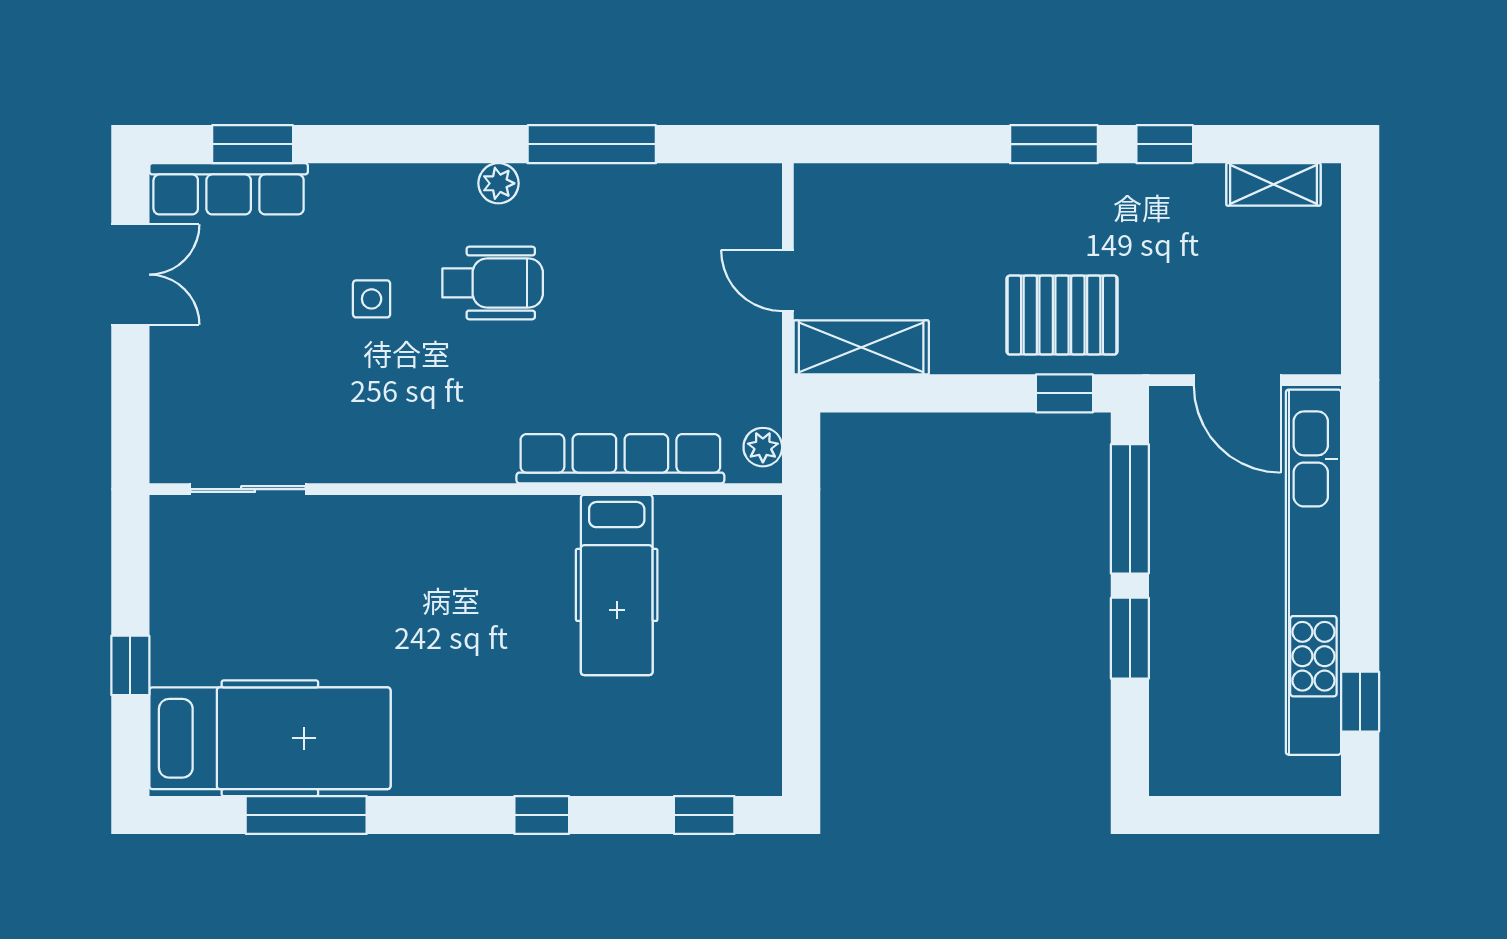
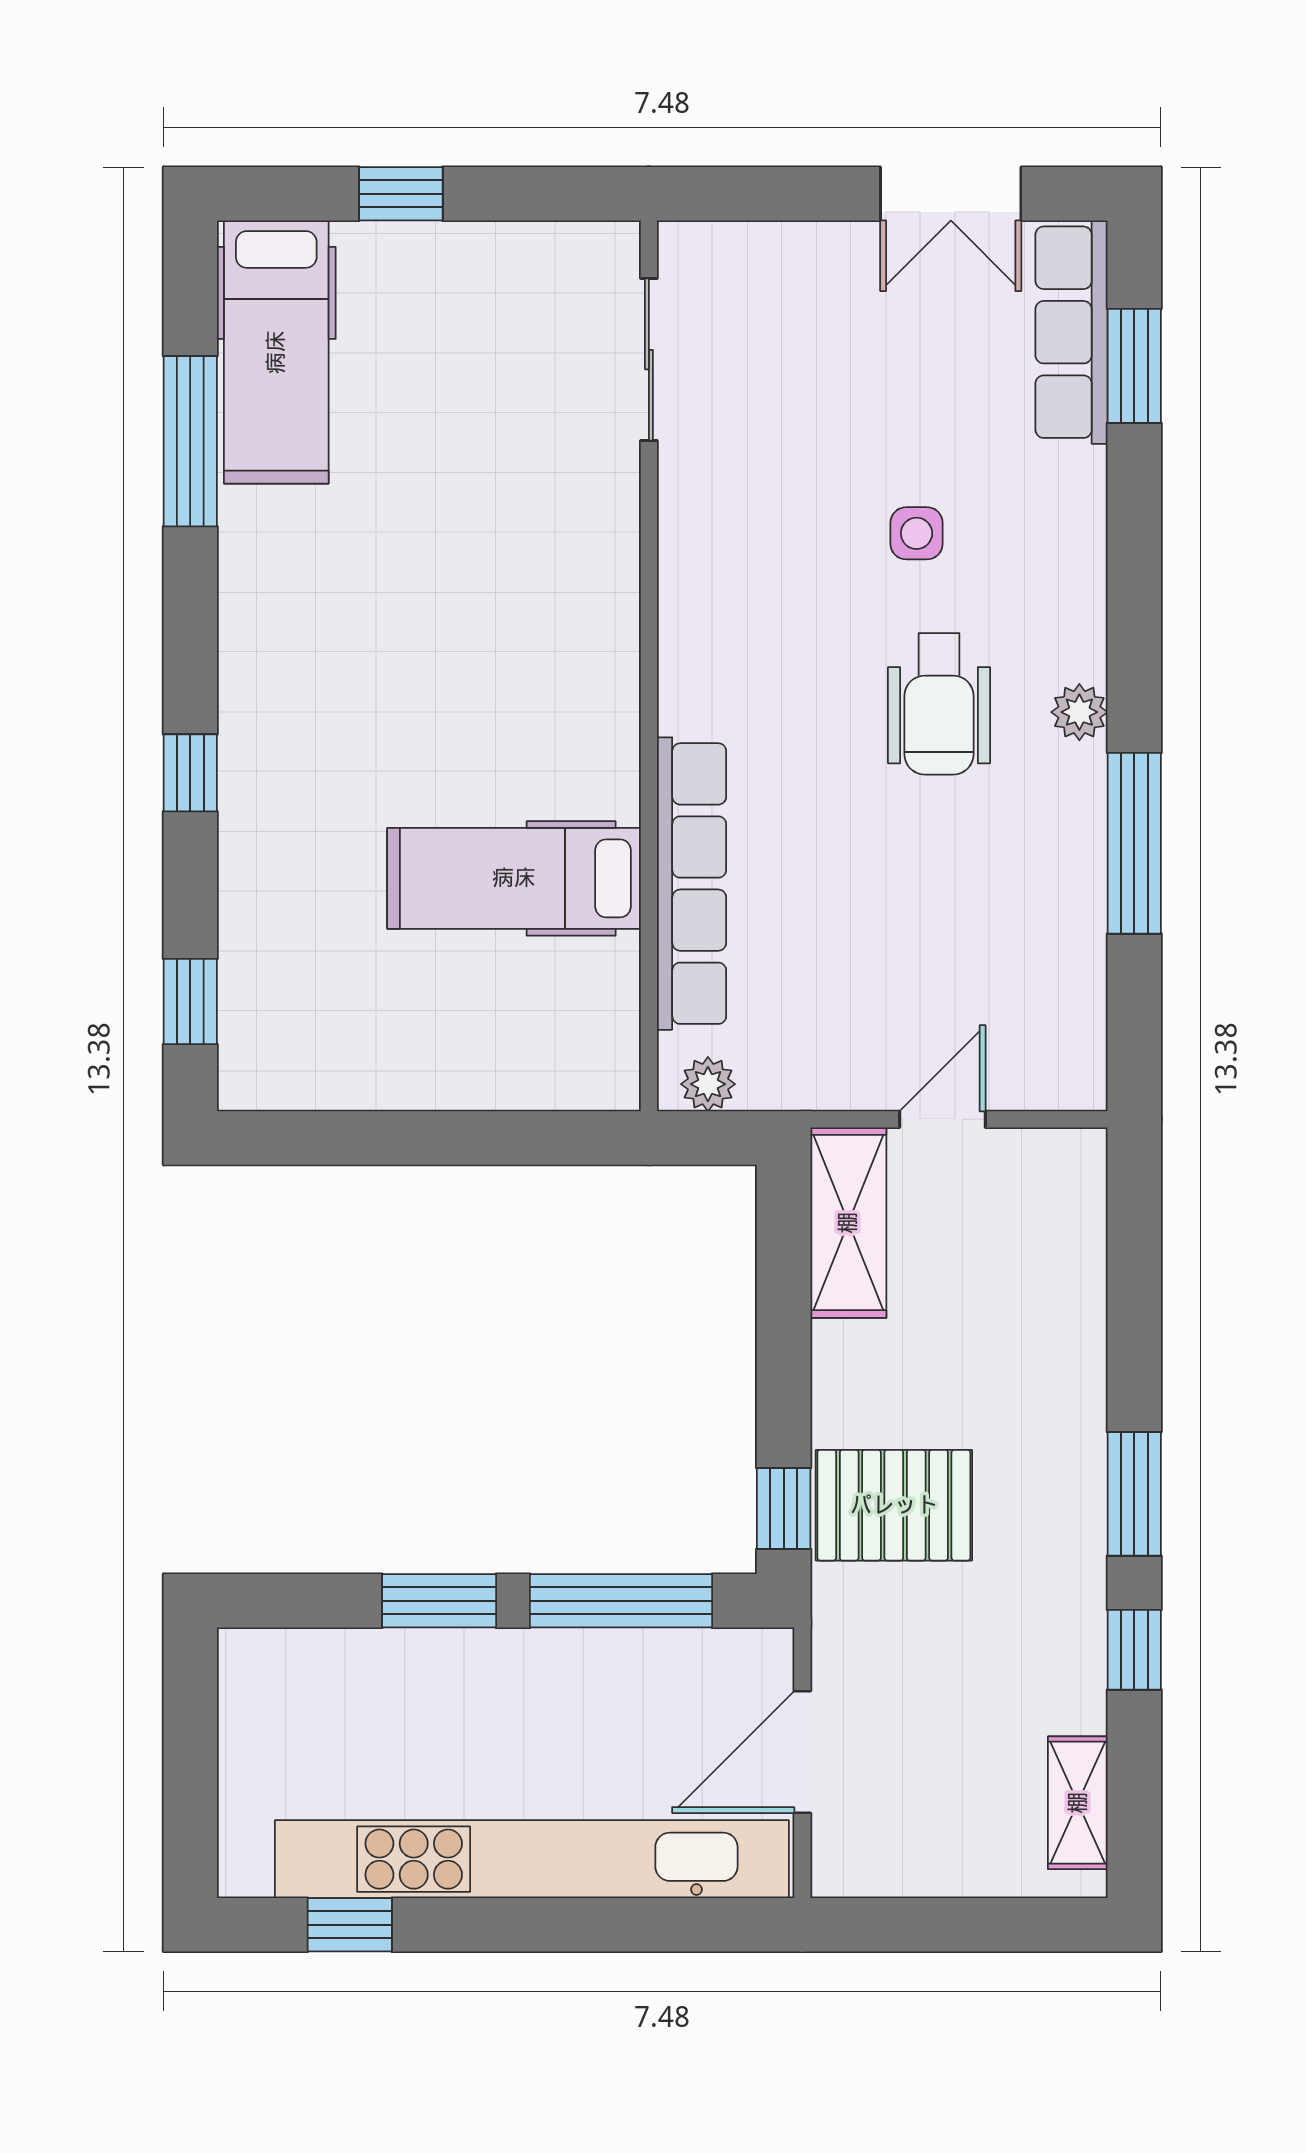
pallet: (1062, 315) -> (894, 1505), turned 90
hospital bed: (270, 738) -> (276, 352), width x0.73, depth x0.78

